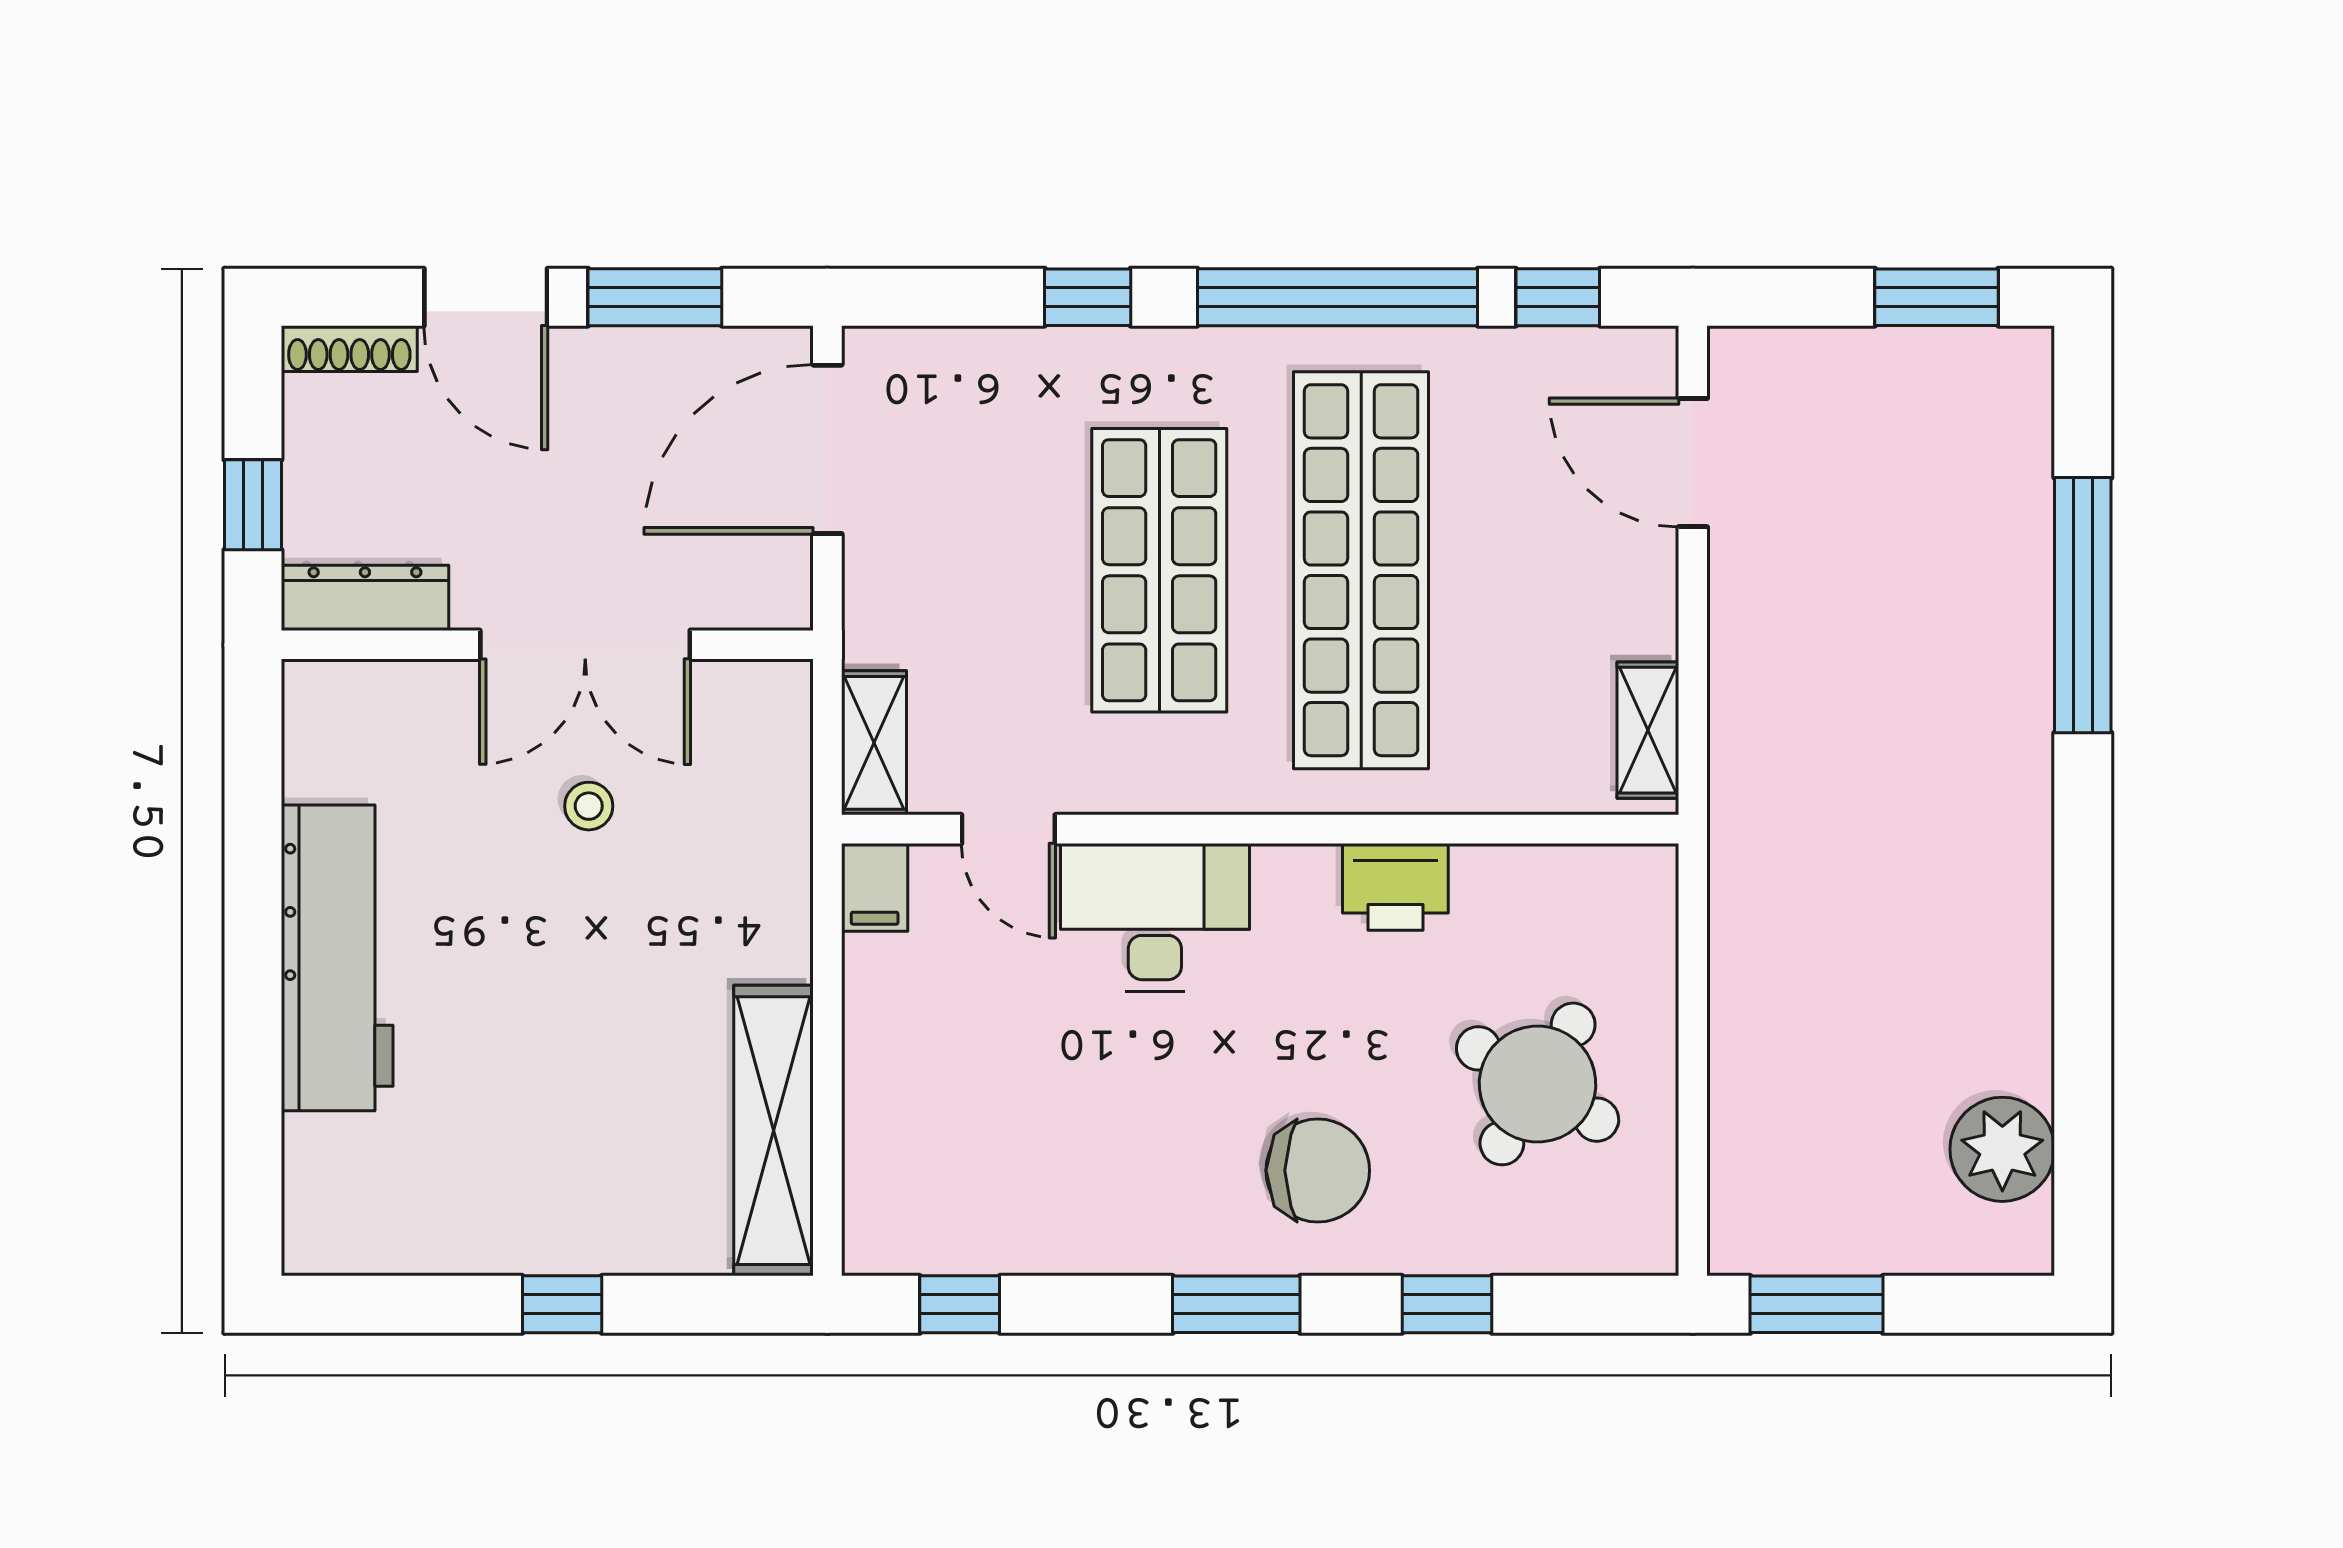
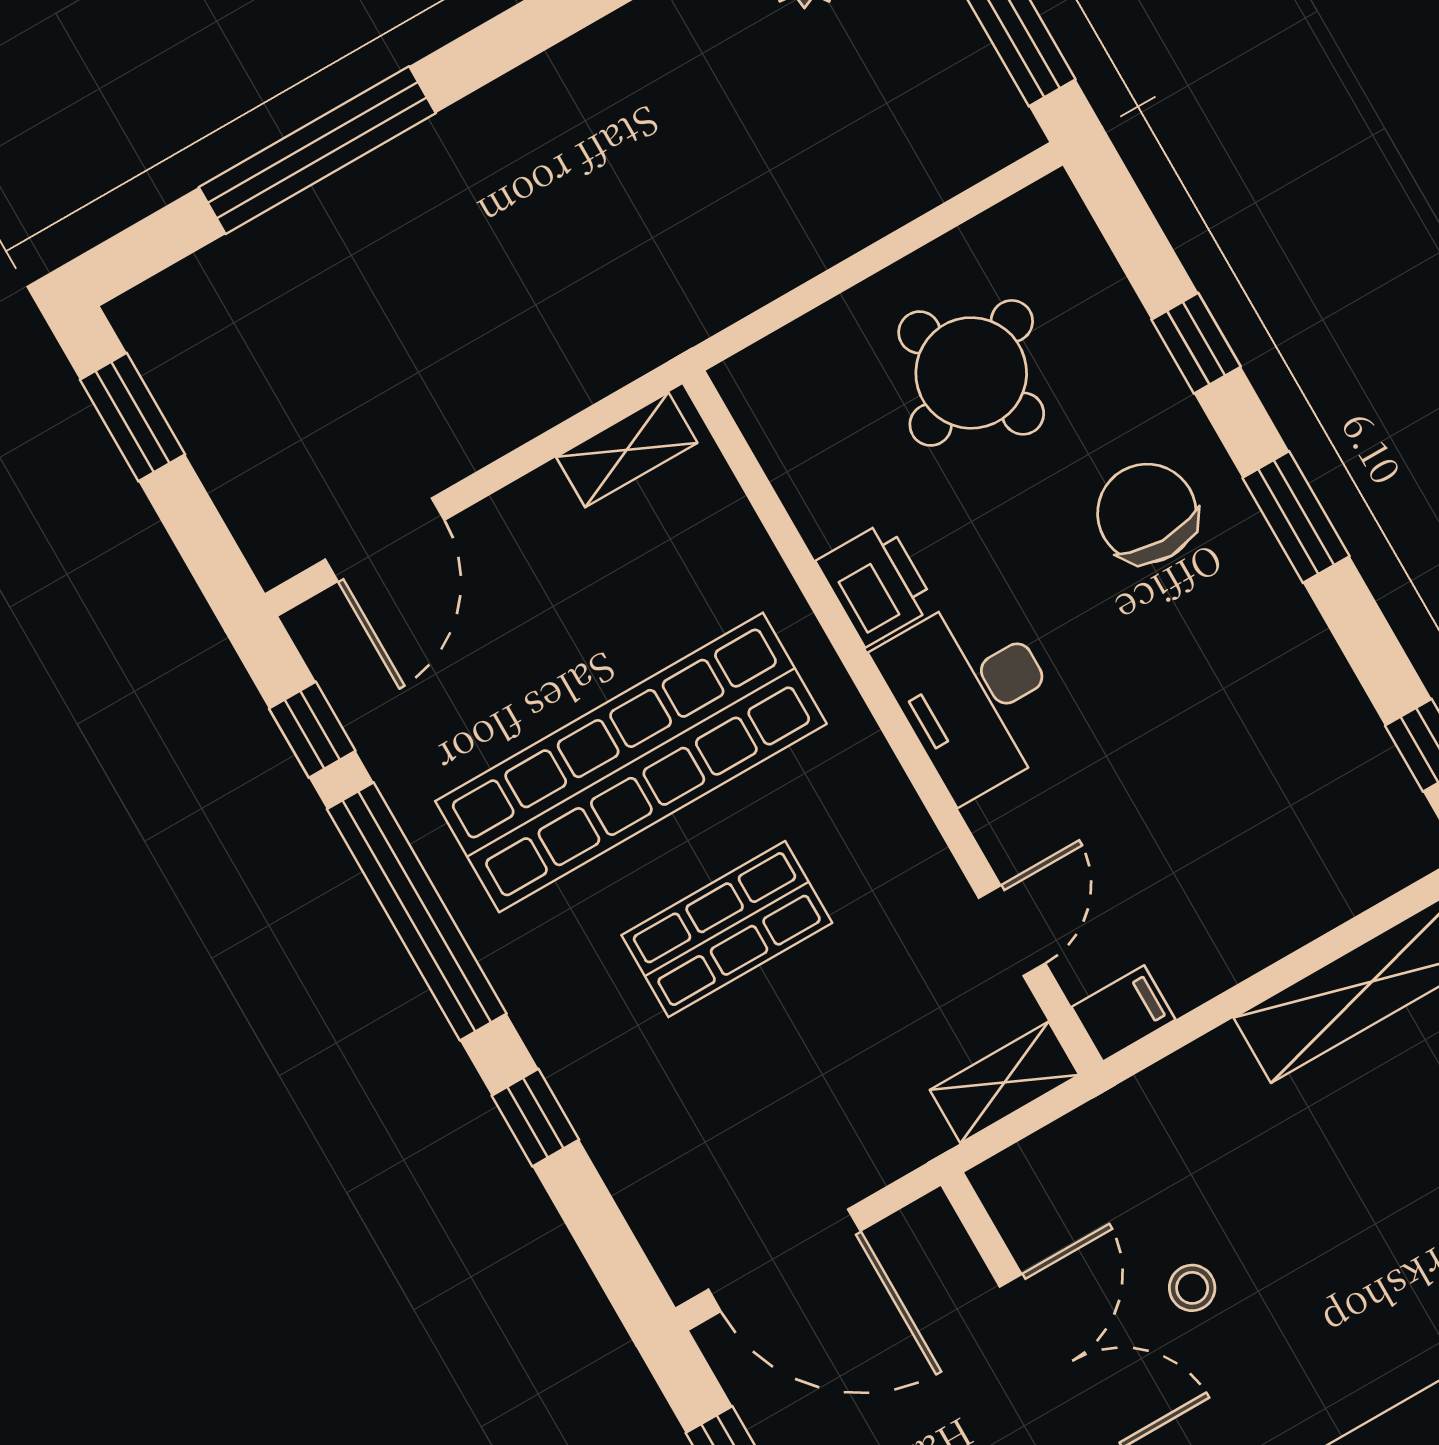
shop shelf: (1159, 570) -> (727, 929), width x0.70, depth x0.74
desk: (1155, 917) -> (974, 695), moved
round table: (1538, 1084) -> (971, 373), turned 37

